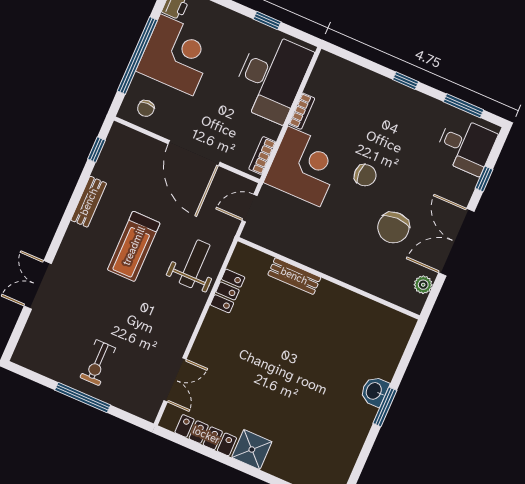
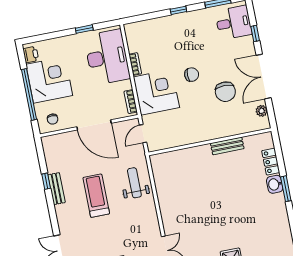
window: (97, 150) -> (46, 181), moved
treadmill: (134, 246) -> (96, 196), turned 180
bench: (294, 276) -> (227, 146), moved
locker: (228, 291) -> (271, 162), moved, turned 180

